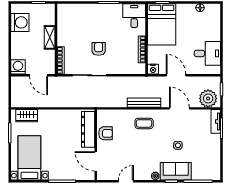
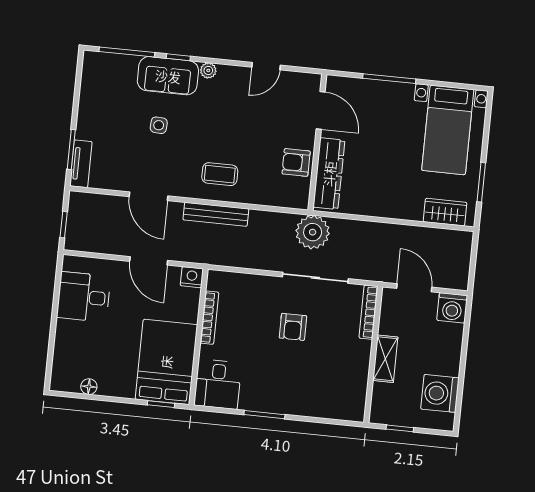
plant: (208, 98) -> (313, 232), moved

